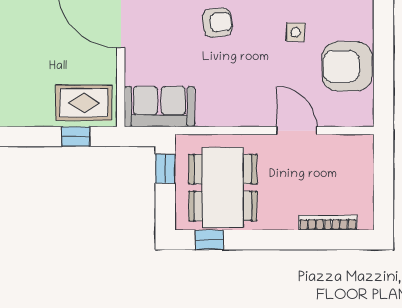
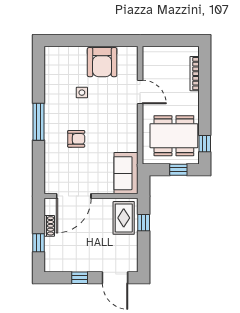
armchair: (217, 23) -> (76, 139), turned 96
door: (297, 131) -> (140, 92), swing flipped
window: (165, 169) -> (178, 170), moved

